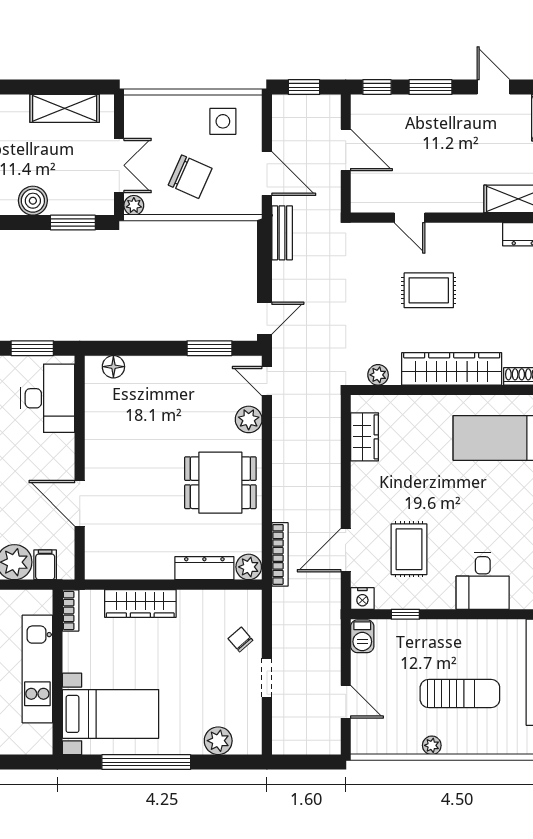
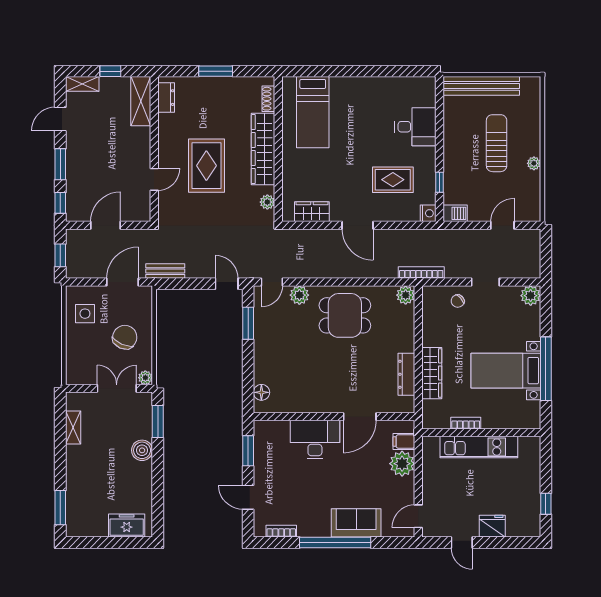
shelving: (65, 108) -> (73, 427), width x0.67, depth x0.75
rug: (429, 290) -> (206, 166), width x1.36, depth x1.43
desk: (48, 398) -> (315, 440), moved
dining table: (220, 483) -> (345, 315), turned 90
door: (346, 550) -> (358, 225), moved
bookcase: (280, 554) -> (421, 273), moved
dresser: (204, 568) -> (406, 374), moved
bookcase: (71, 610) -> (466, 423), moved
bed with nightstands: (111, 714) -> (506, 371), moved, turned -90
plant: (218, 741) -> (531, 296), moved

